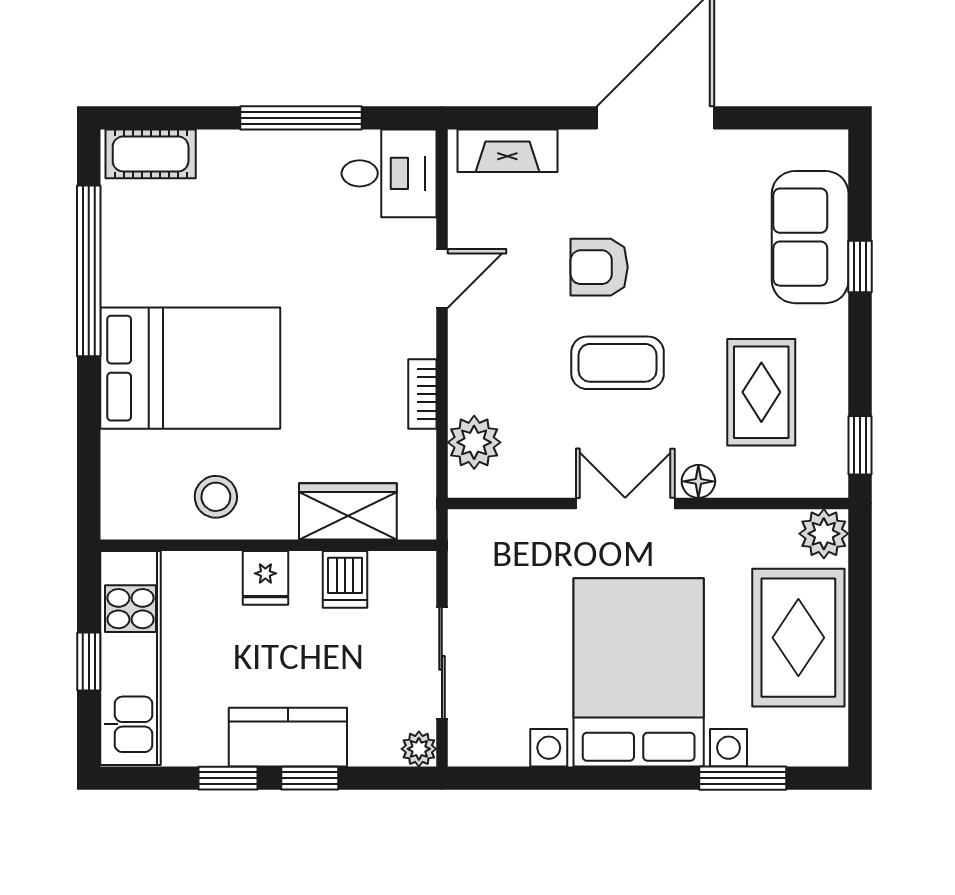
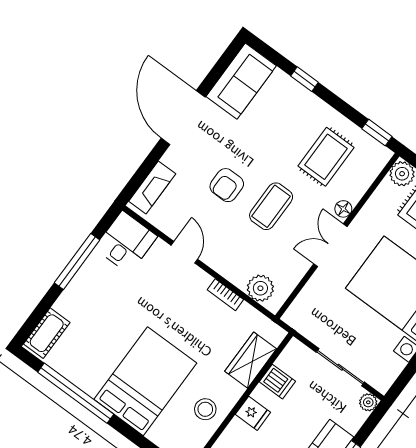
sofa: (810, 237) -> (241, 81), moved, turned -90
rug: (761, 392) -> (326, 157), turned 90

